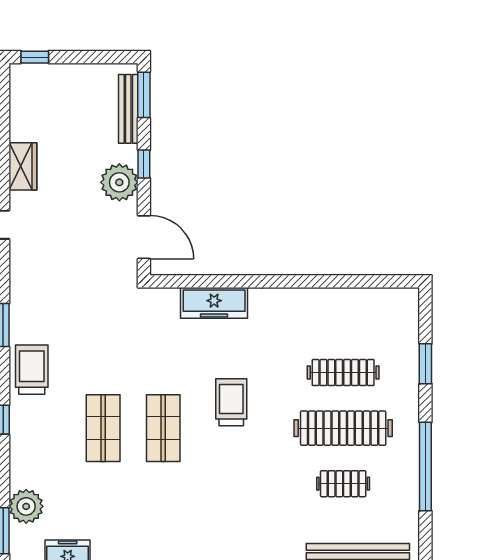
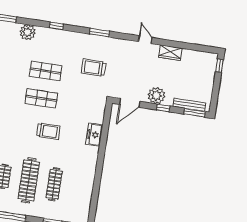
freezer: (214, 303) -> (94, 135), width x0.71
trolley: (32, 370) -> (94, 68), moved, turned 180
plant: (26, 506) -> (28, 32), moved

